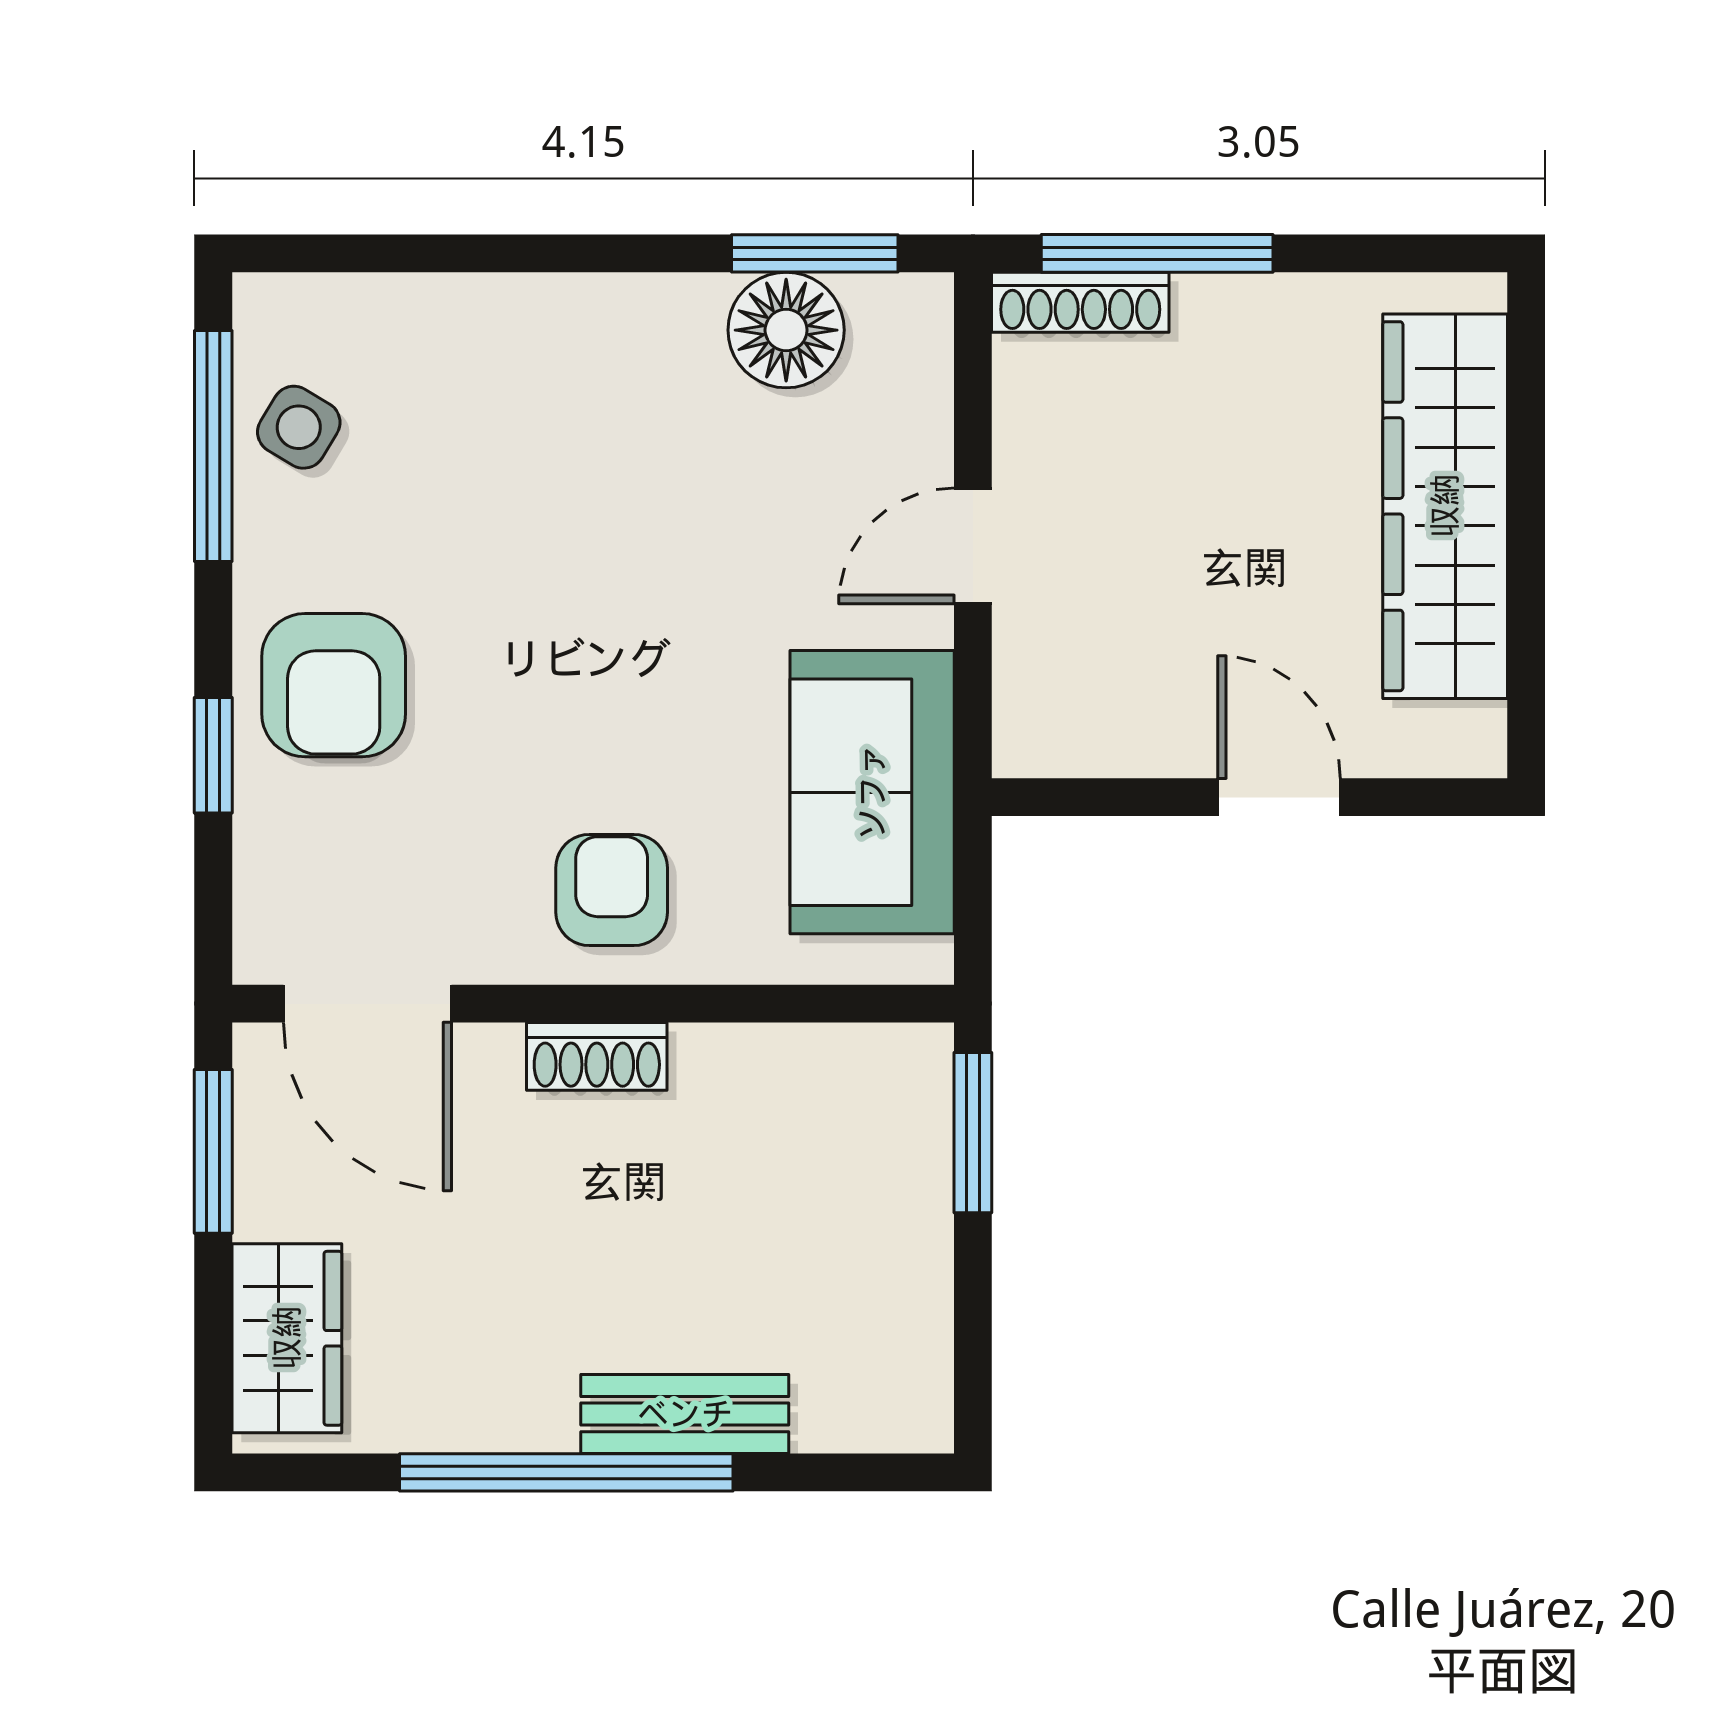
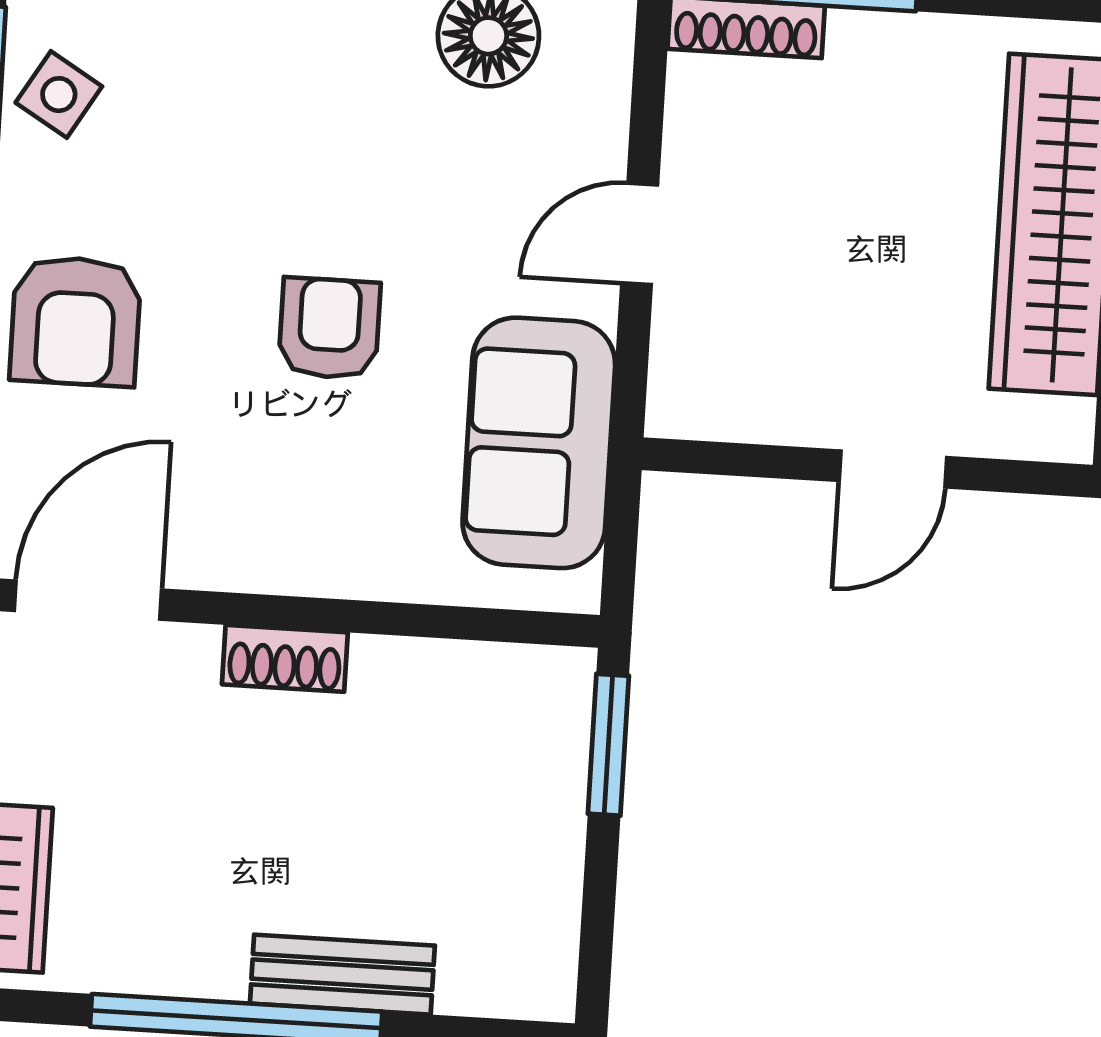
door: (1279, 797) -> (893, 469), swing flipped
armchair: (612, 890) -> (329, 328), moved
door: (367, 1004) -> (88, 600), swing flipped

